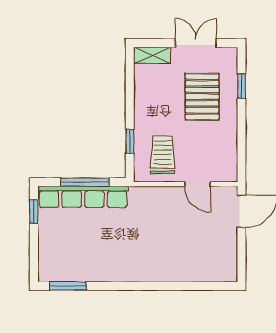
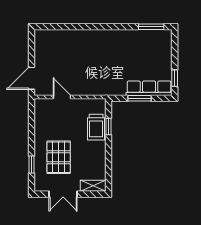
trolley: (163, 155) -> (96, 127), moved
window: (85, 182) -> (140, 98), width x0.69
row of seats: (83, 197) -> (149, 88), width x0.73

